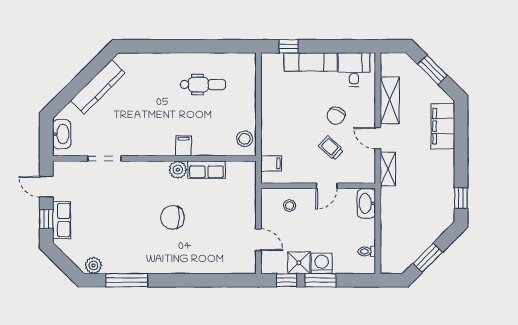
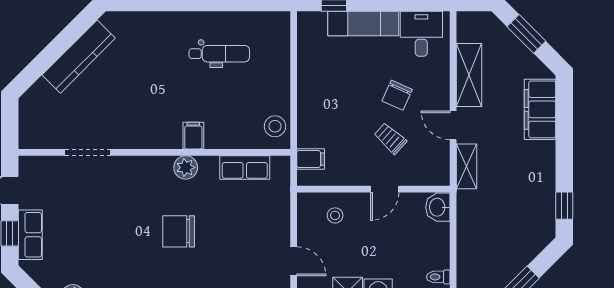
washbasin: (62, 134) -> (30, 120), removed
row of seats: (206, 170) -> (245, 168), moved
washbasin: (366, 203) -> (438, 207), width x0.72

